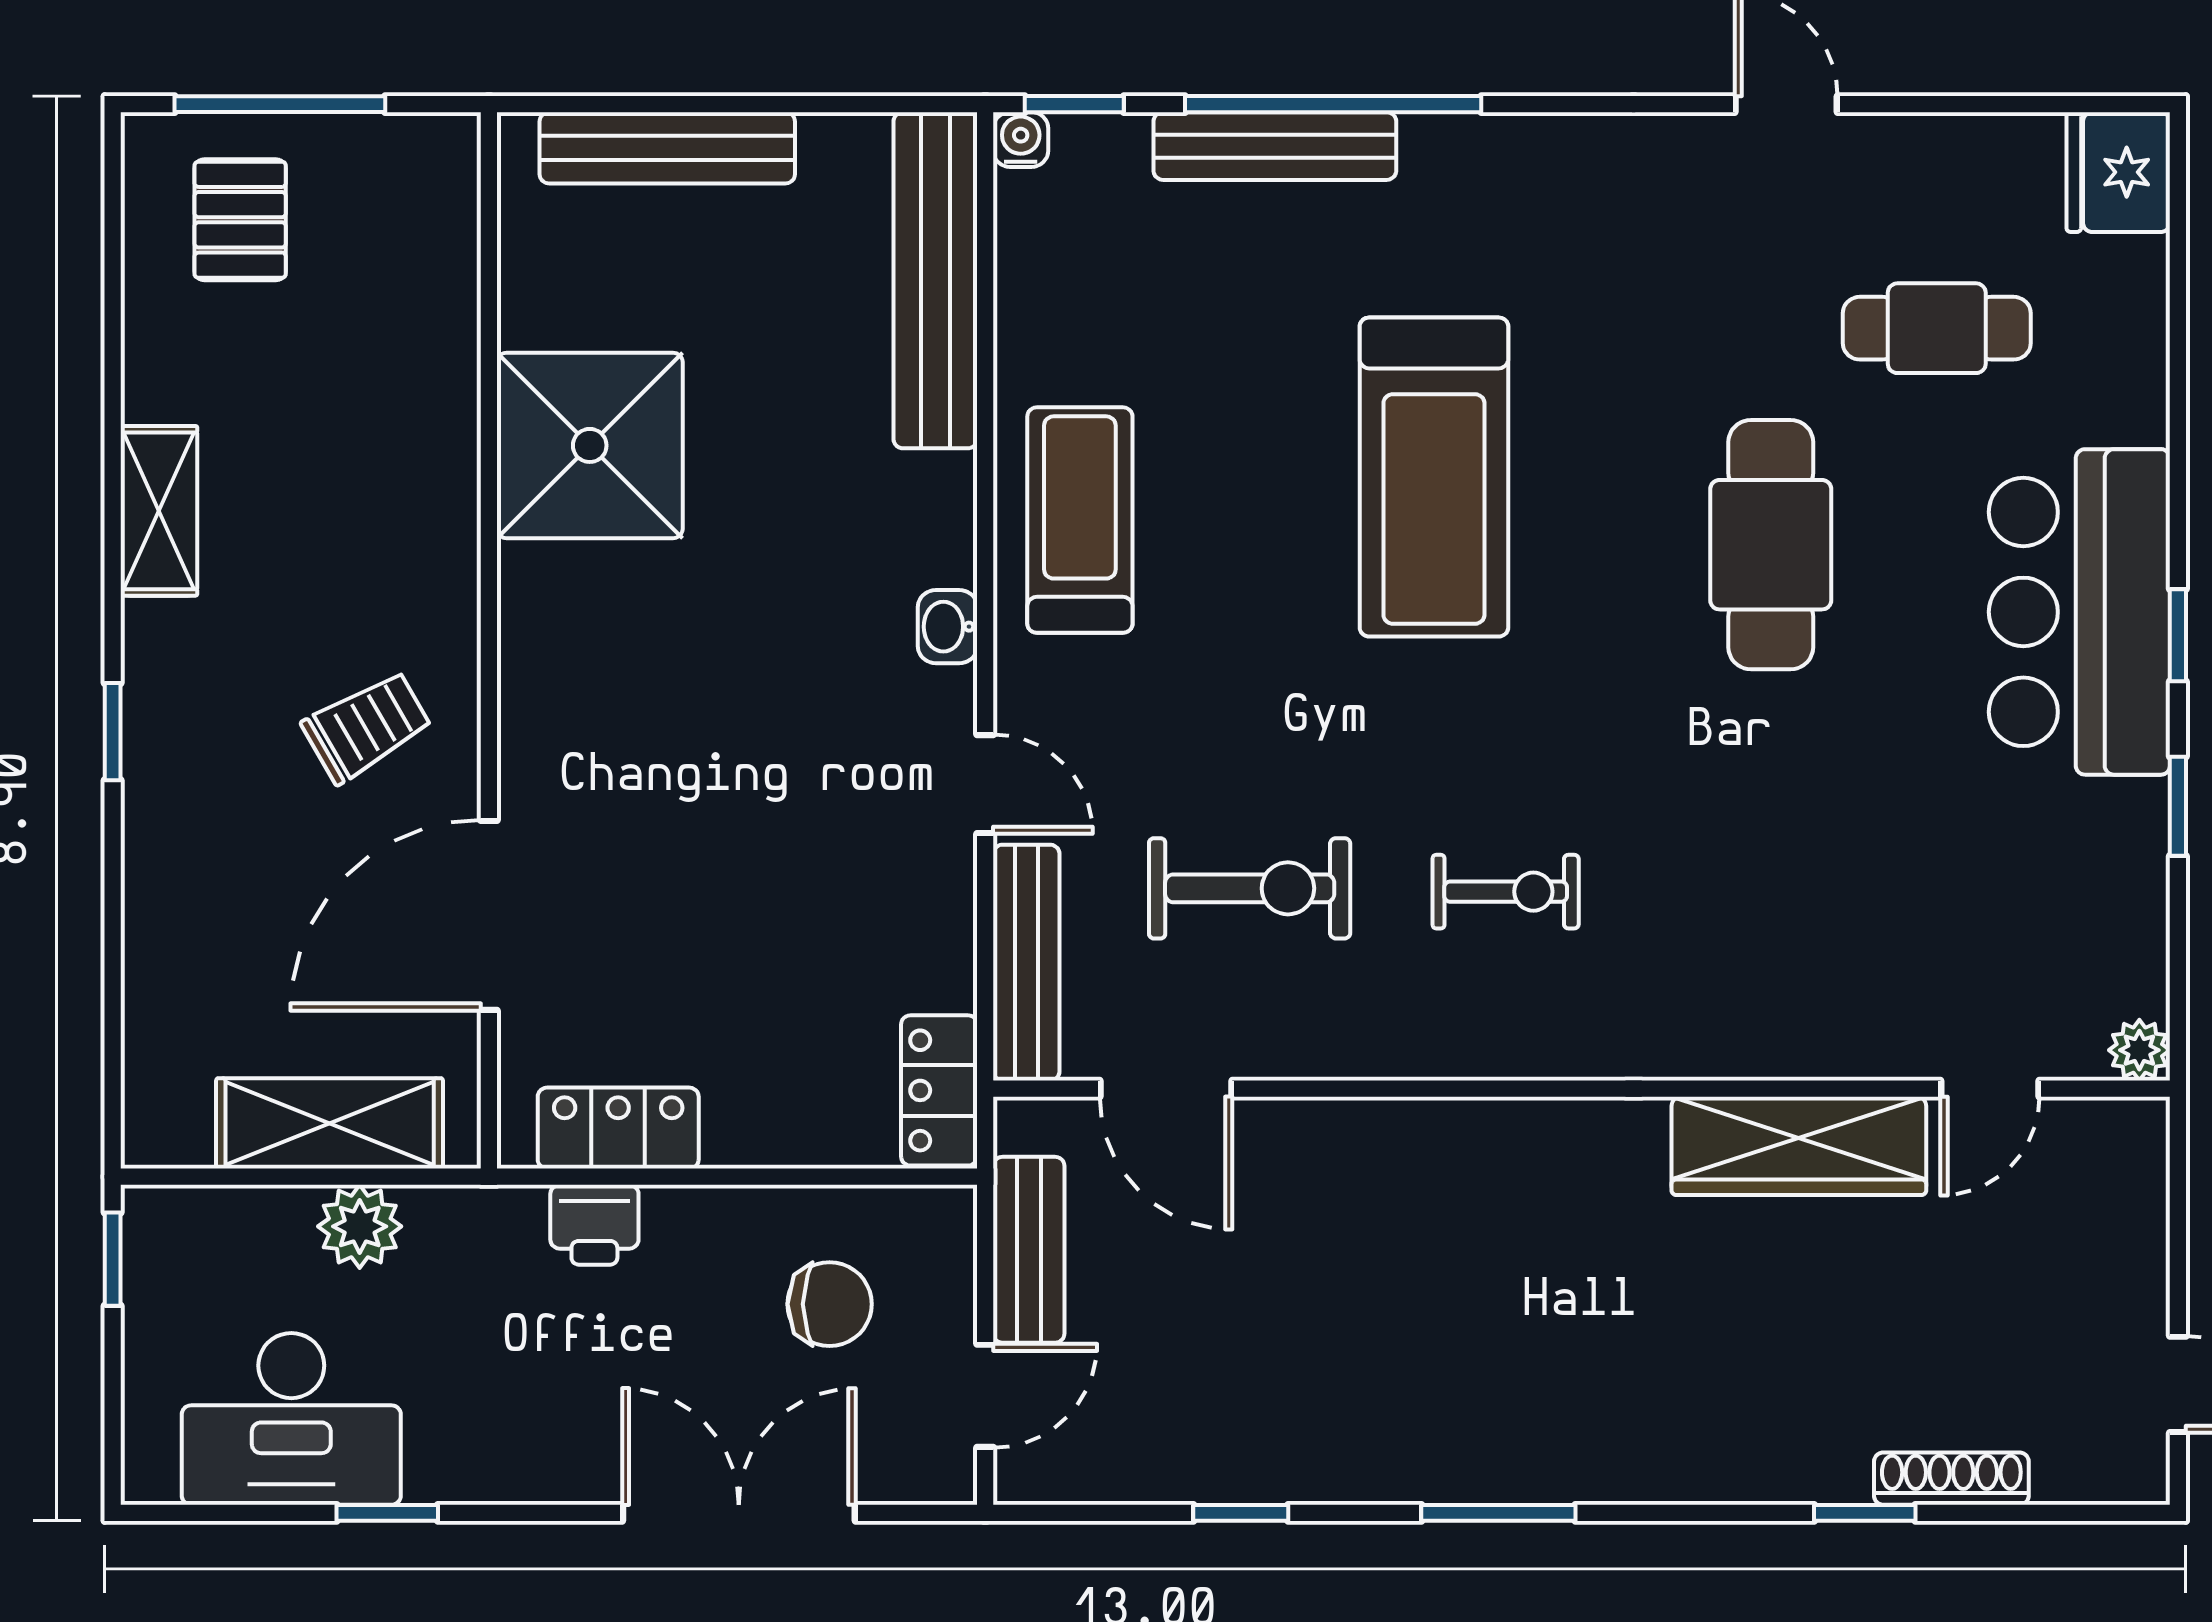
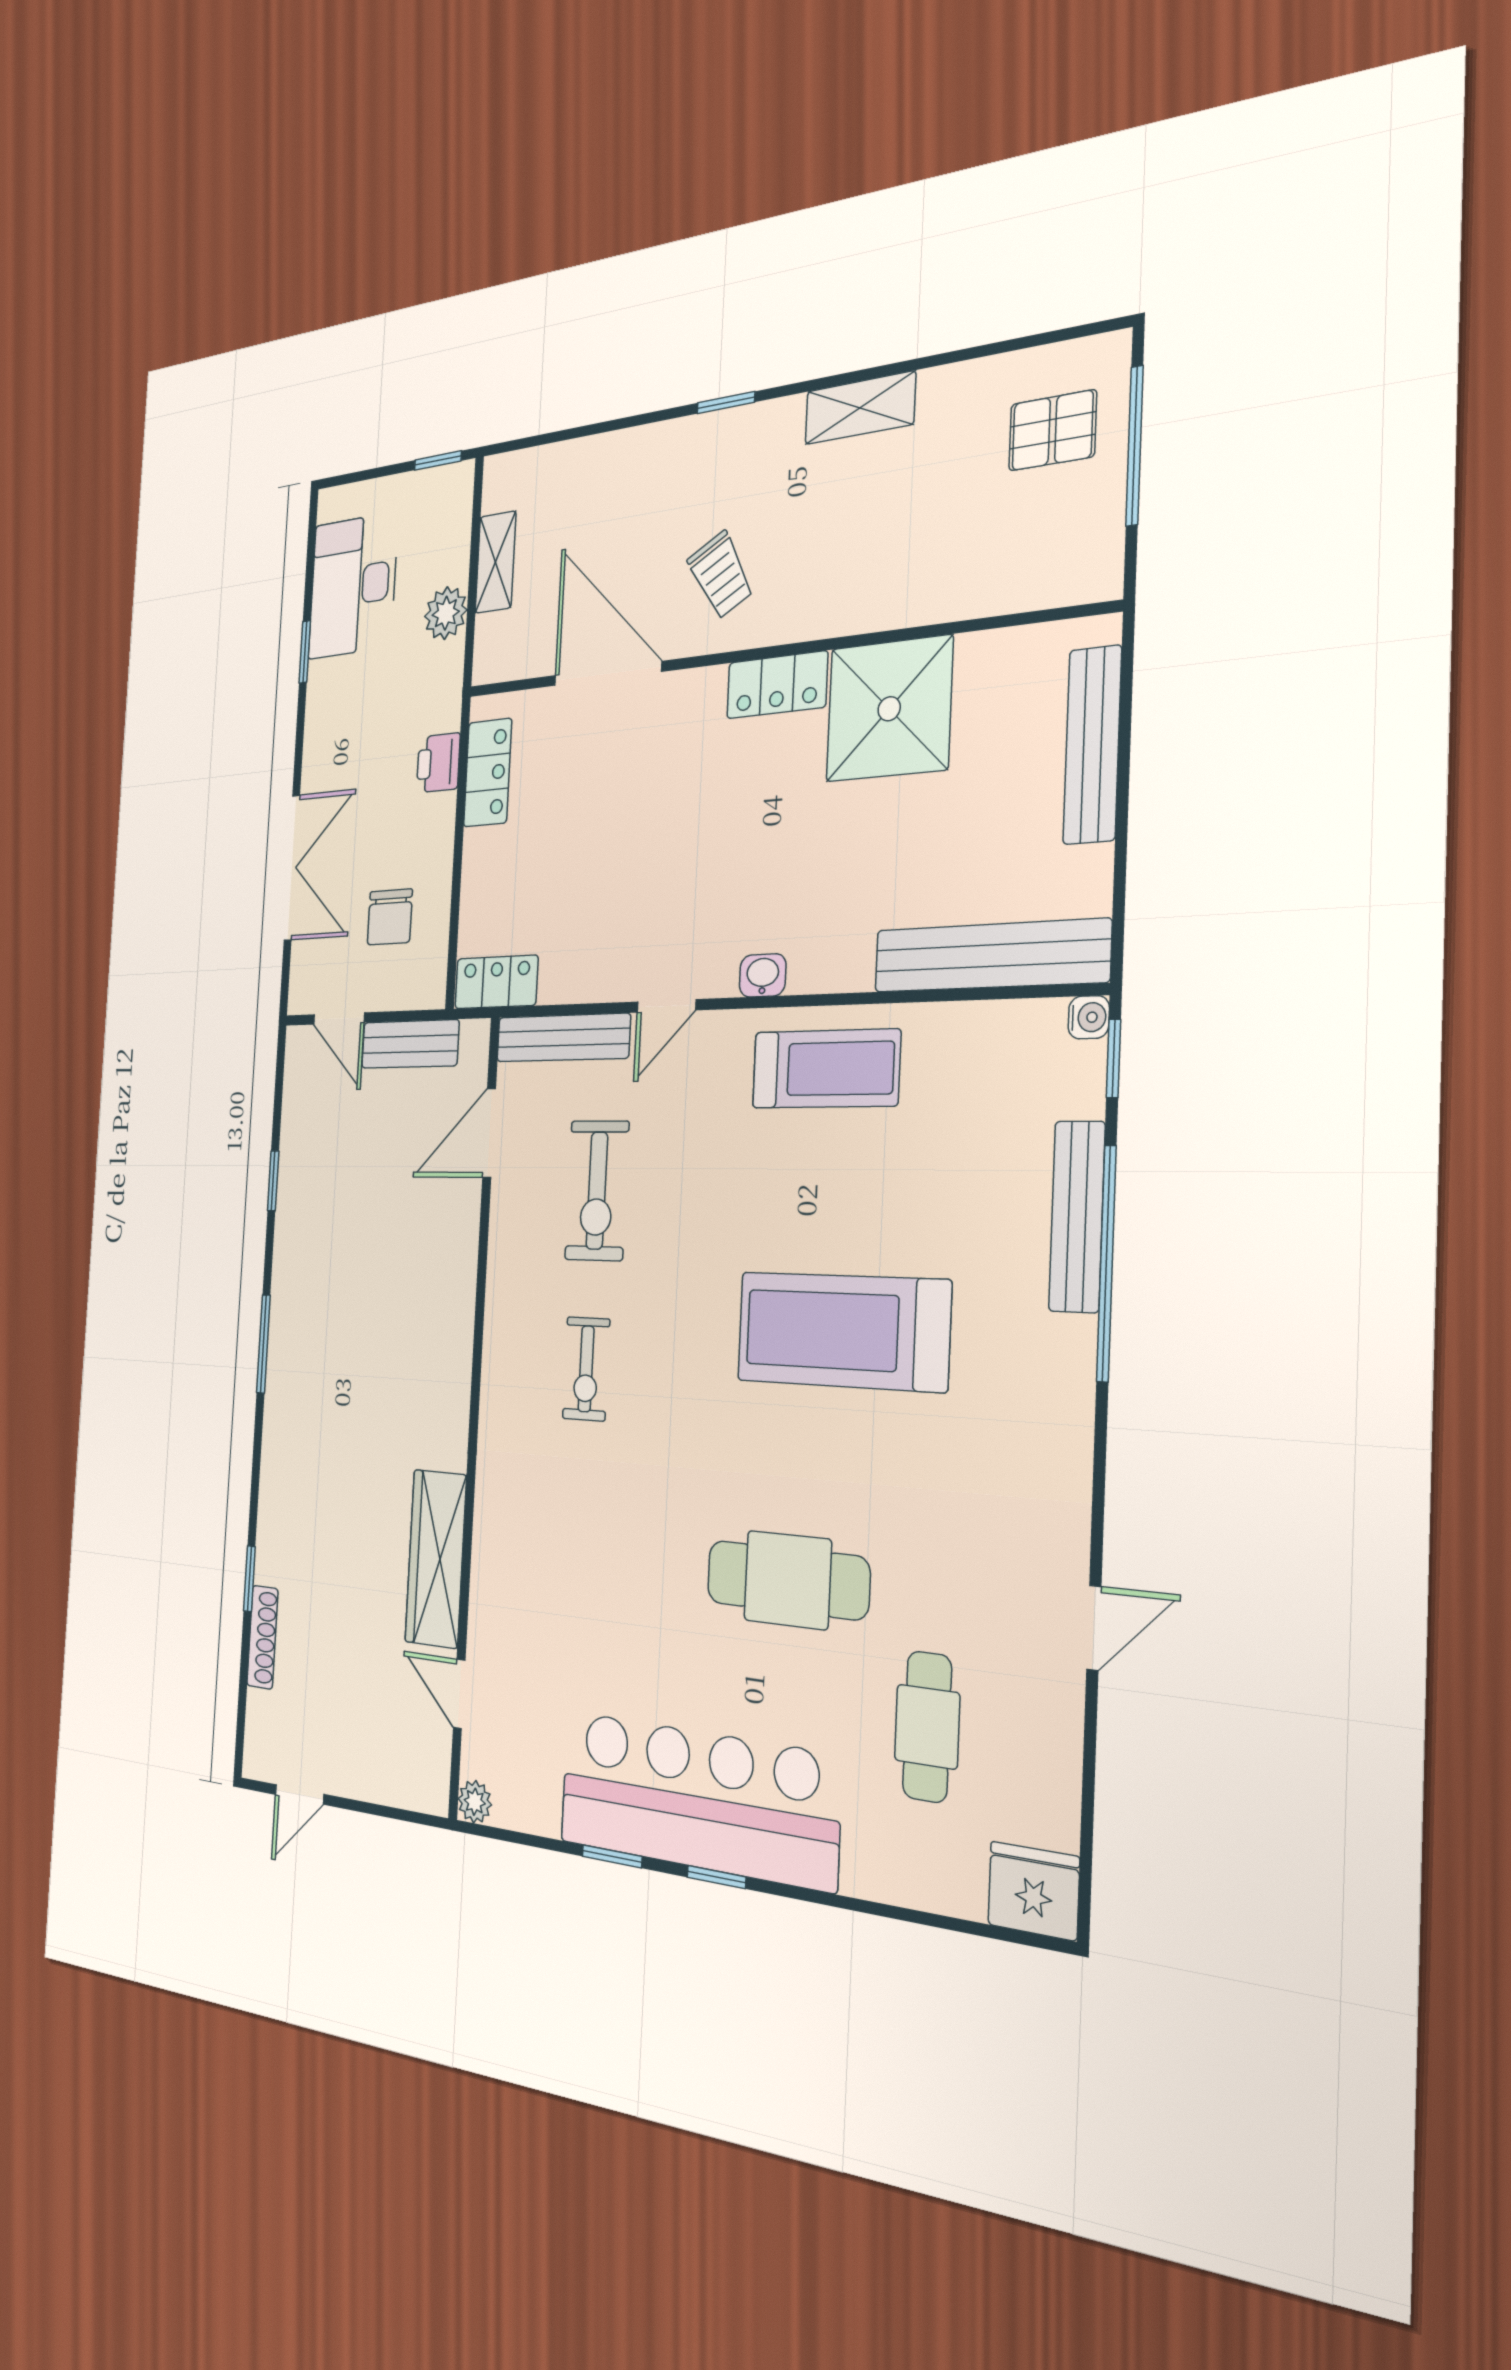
bar counter: (2079, 612) -> (697, 1799), width x1.36
locker: (537, 625) -> (777, 685), added
shelving: (330, 1123) -> (496, 562), width x0.67, depth x0.75

